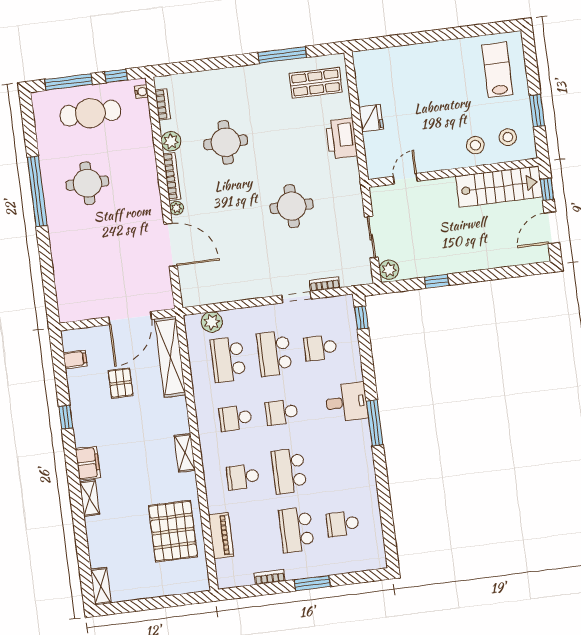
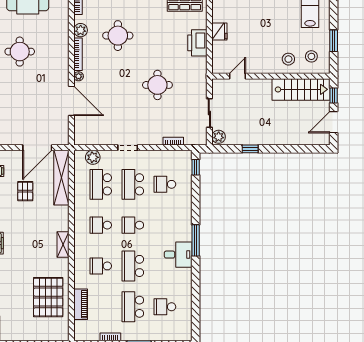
doorway: (296, 297) -> (128, 148), moved
desk: (346, 402) -> (178, 255), moved

